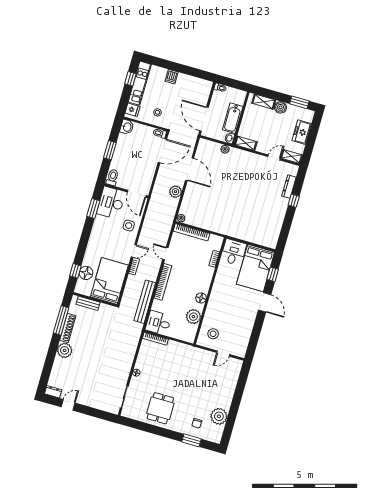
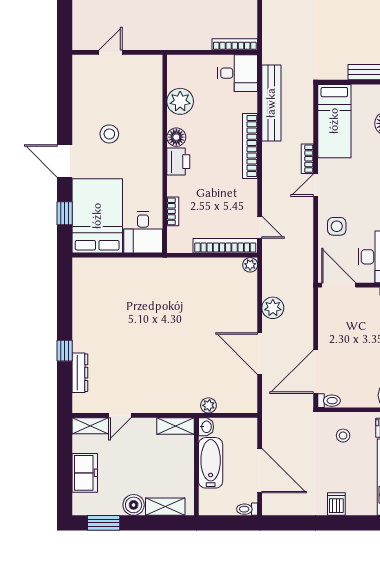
door: (204, 119) -> (260, 471), moved
door: (165, 253) -> (260, 227), moved
bed: (109, 281) -> (334, 121), width x0.67
printer: (204, 285) -> (178, 162), added
stool: (213, 334) -> (109, 134), moved

